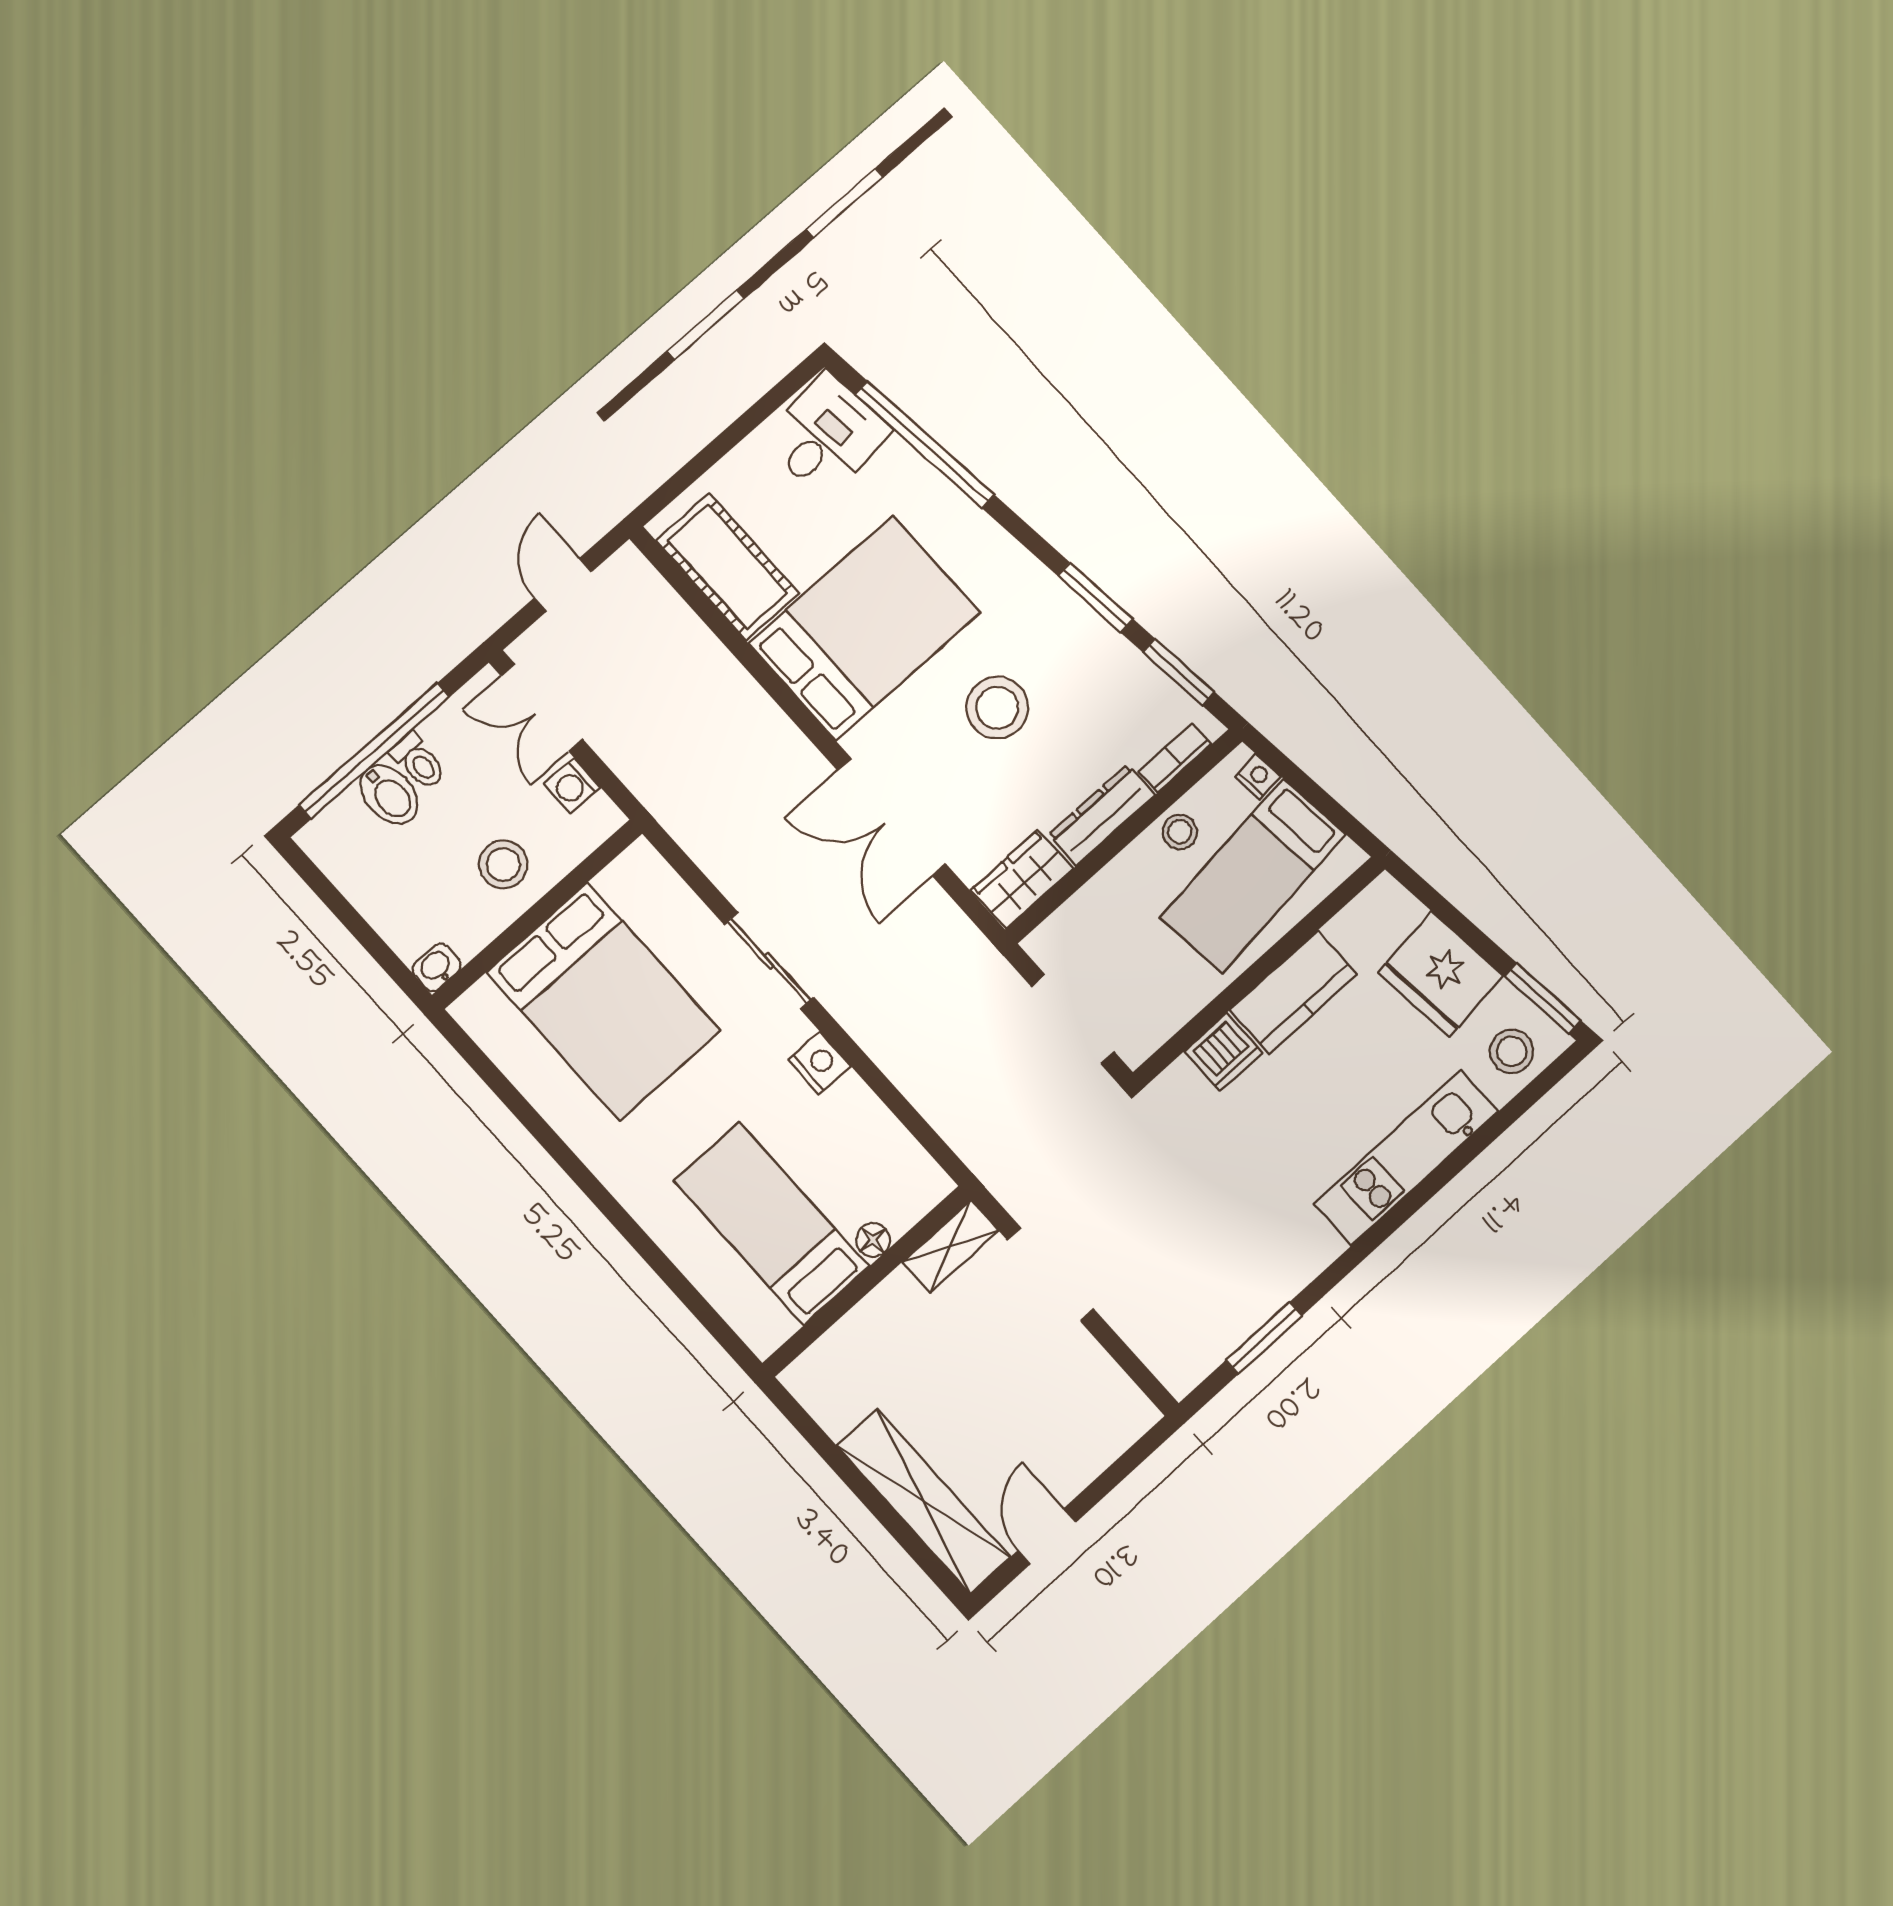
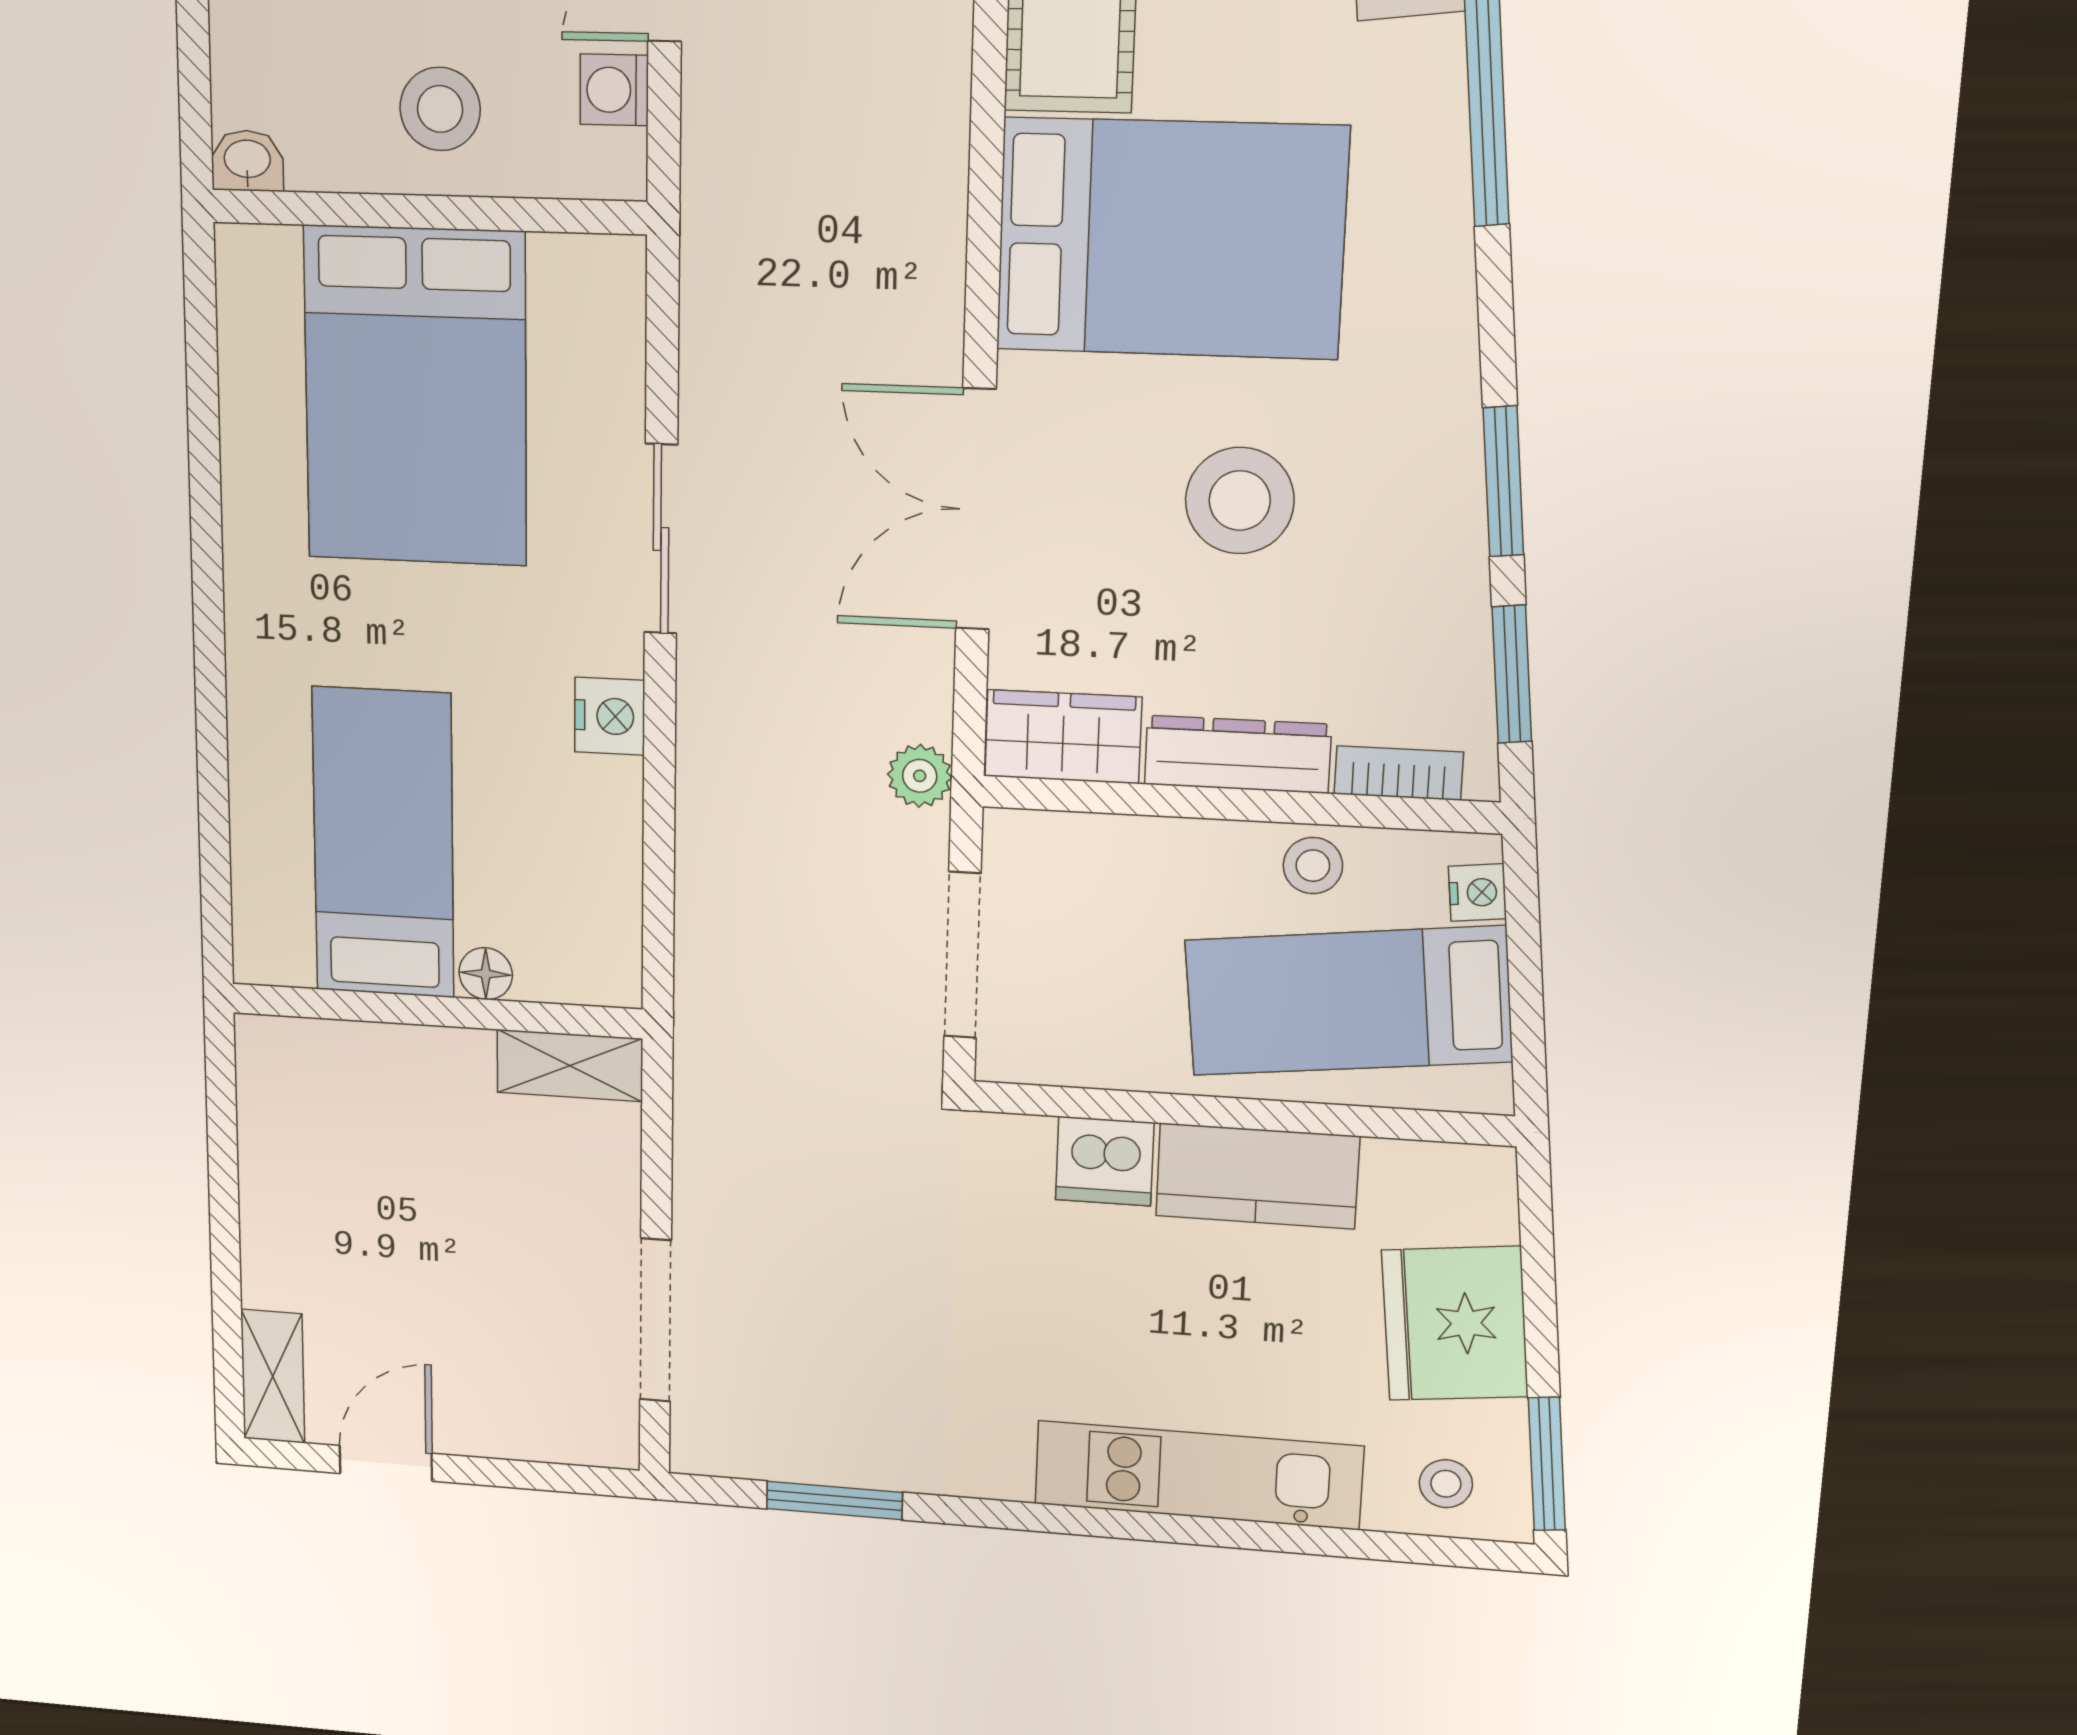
plant: (978, 957) -> (920, 776), added
stool: (1511, 1051) -> (1446, 1484), width x0.73, depth x0.73
doorway: (1051, 1275) -> (656, 1320), moved
shelving: (923, 1501) -> (273, 1376), width x0.45, depth x0.75

